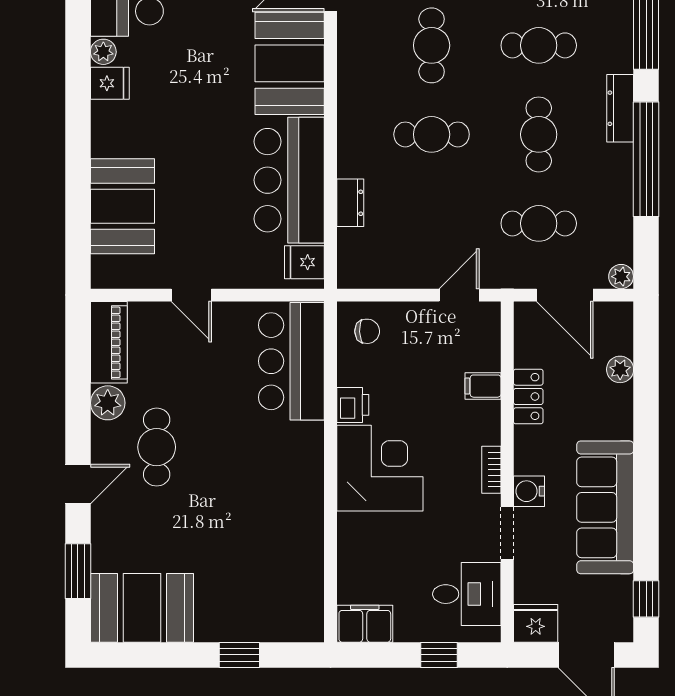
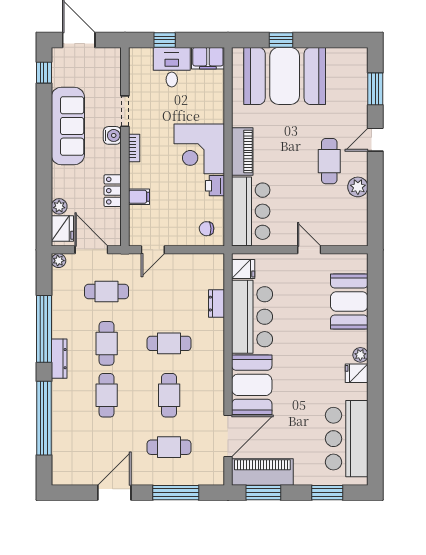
cafe table: (539, 45) -> (107, 395), turned 90
plant: (103, 52) -> (360, 355), moved
piano: (109, 342) -> (242, 152), moved, turned 180
desk: (467, 594) -> (172, 67), moved, turned 90
booth: (142, 608) -> (285, 76), moved, width x1.36, depth x1.42
fridge: (536, 623) -> (62, 229), moved, turned -90

